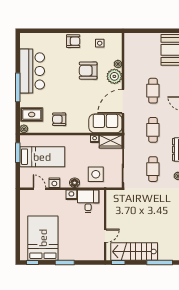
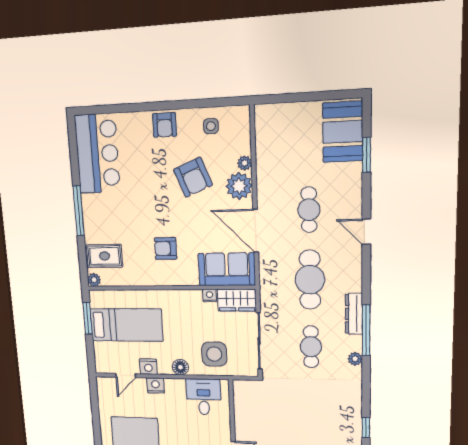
armchair: (73, 41) -> (164, 125), turned 90
bar counter: (32, 71) -> (97, 154), moved
armchair: (88, 71) -> (193, 177), turned -112
door: (123, 102) -> (256, 231), hinge flipped
armchair: (59, 119) -> (166, 248), moved
cafe table: (153, 130) -> (310, 280), width x1.37, depth x1.35
door: (39, 189) -> (126, 376), swing flipped
nightstand: (71, 195) -> (156, 385), moved

